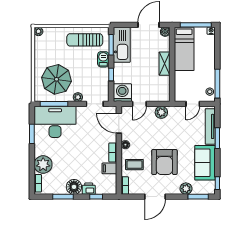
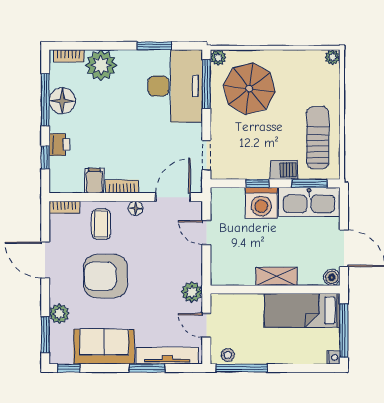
washing machine: (122, 93) -> (261, 203), moved, turned 90
plant: (78, 97) -> (218, 58), moved
plant: (161, 112) -> (192, 292), moved
floor lamp: (74, 187) -> (62, 101), moved
window: (63, 197) -> (45, 100), width x1.44

